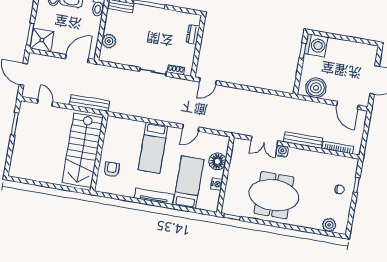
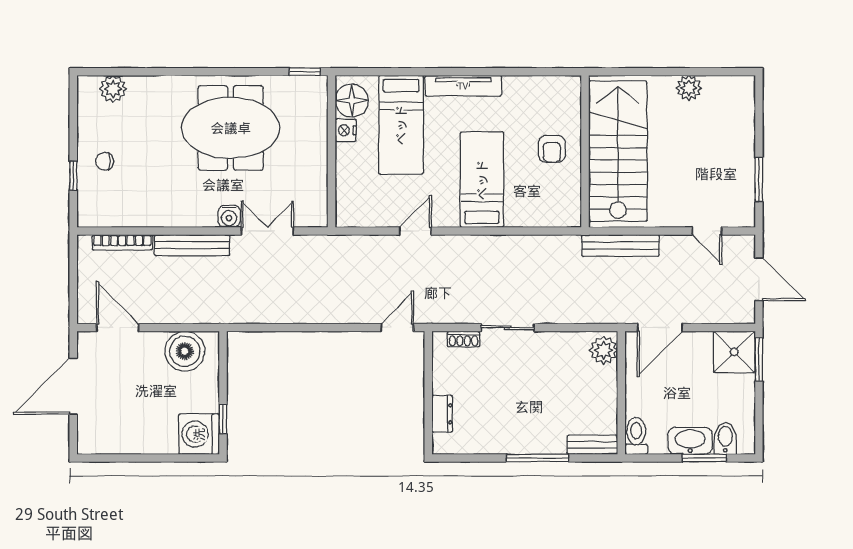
plant: (109, 41) -> (604, 350), moved
floor lamp: (217, 161) -> (352, 101), moved
armchair: (112, 169) -> (552, 149), moved
plant: (42, 176) -> (689, 88), added

